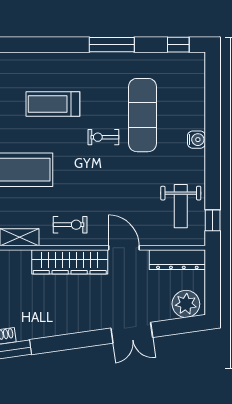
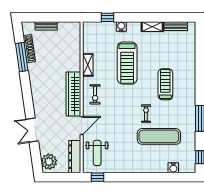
water cooler: (196, 140) -> (173, 168), moved
weight bench: (181, 206) -> (97, 153), moved, turned -90

